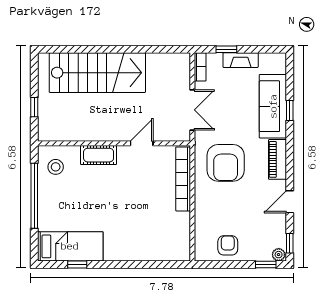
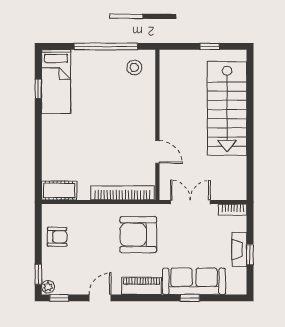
window: (226, 49) -> (250, 255), moved
window: (34, 107) -> (210, 46), moved
double door: (192, 110) -> (190, 202), swing flipped
cot: (99, 155) -> (59, 190), moved, turned 90
door: (290, 202) -> (100, 298), hinge flipped

